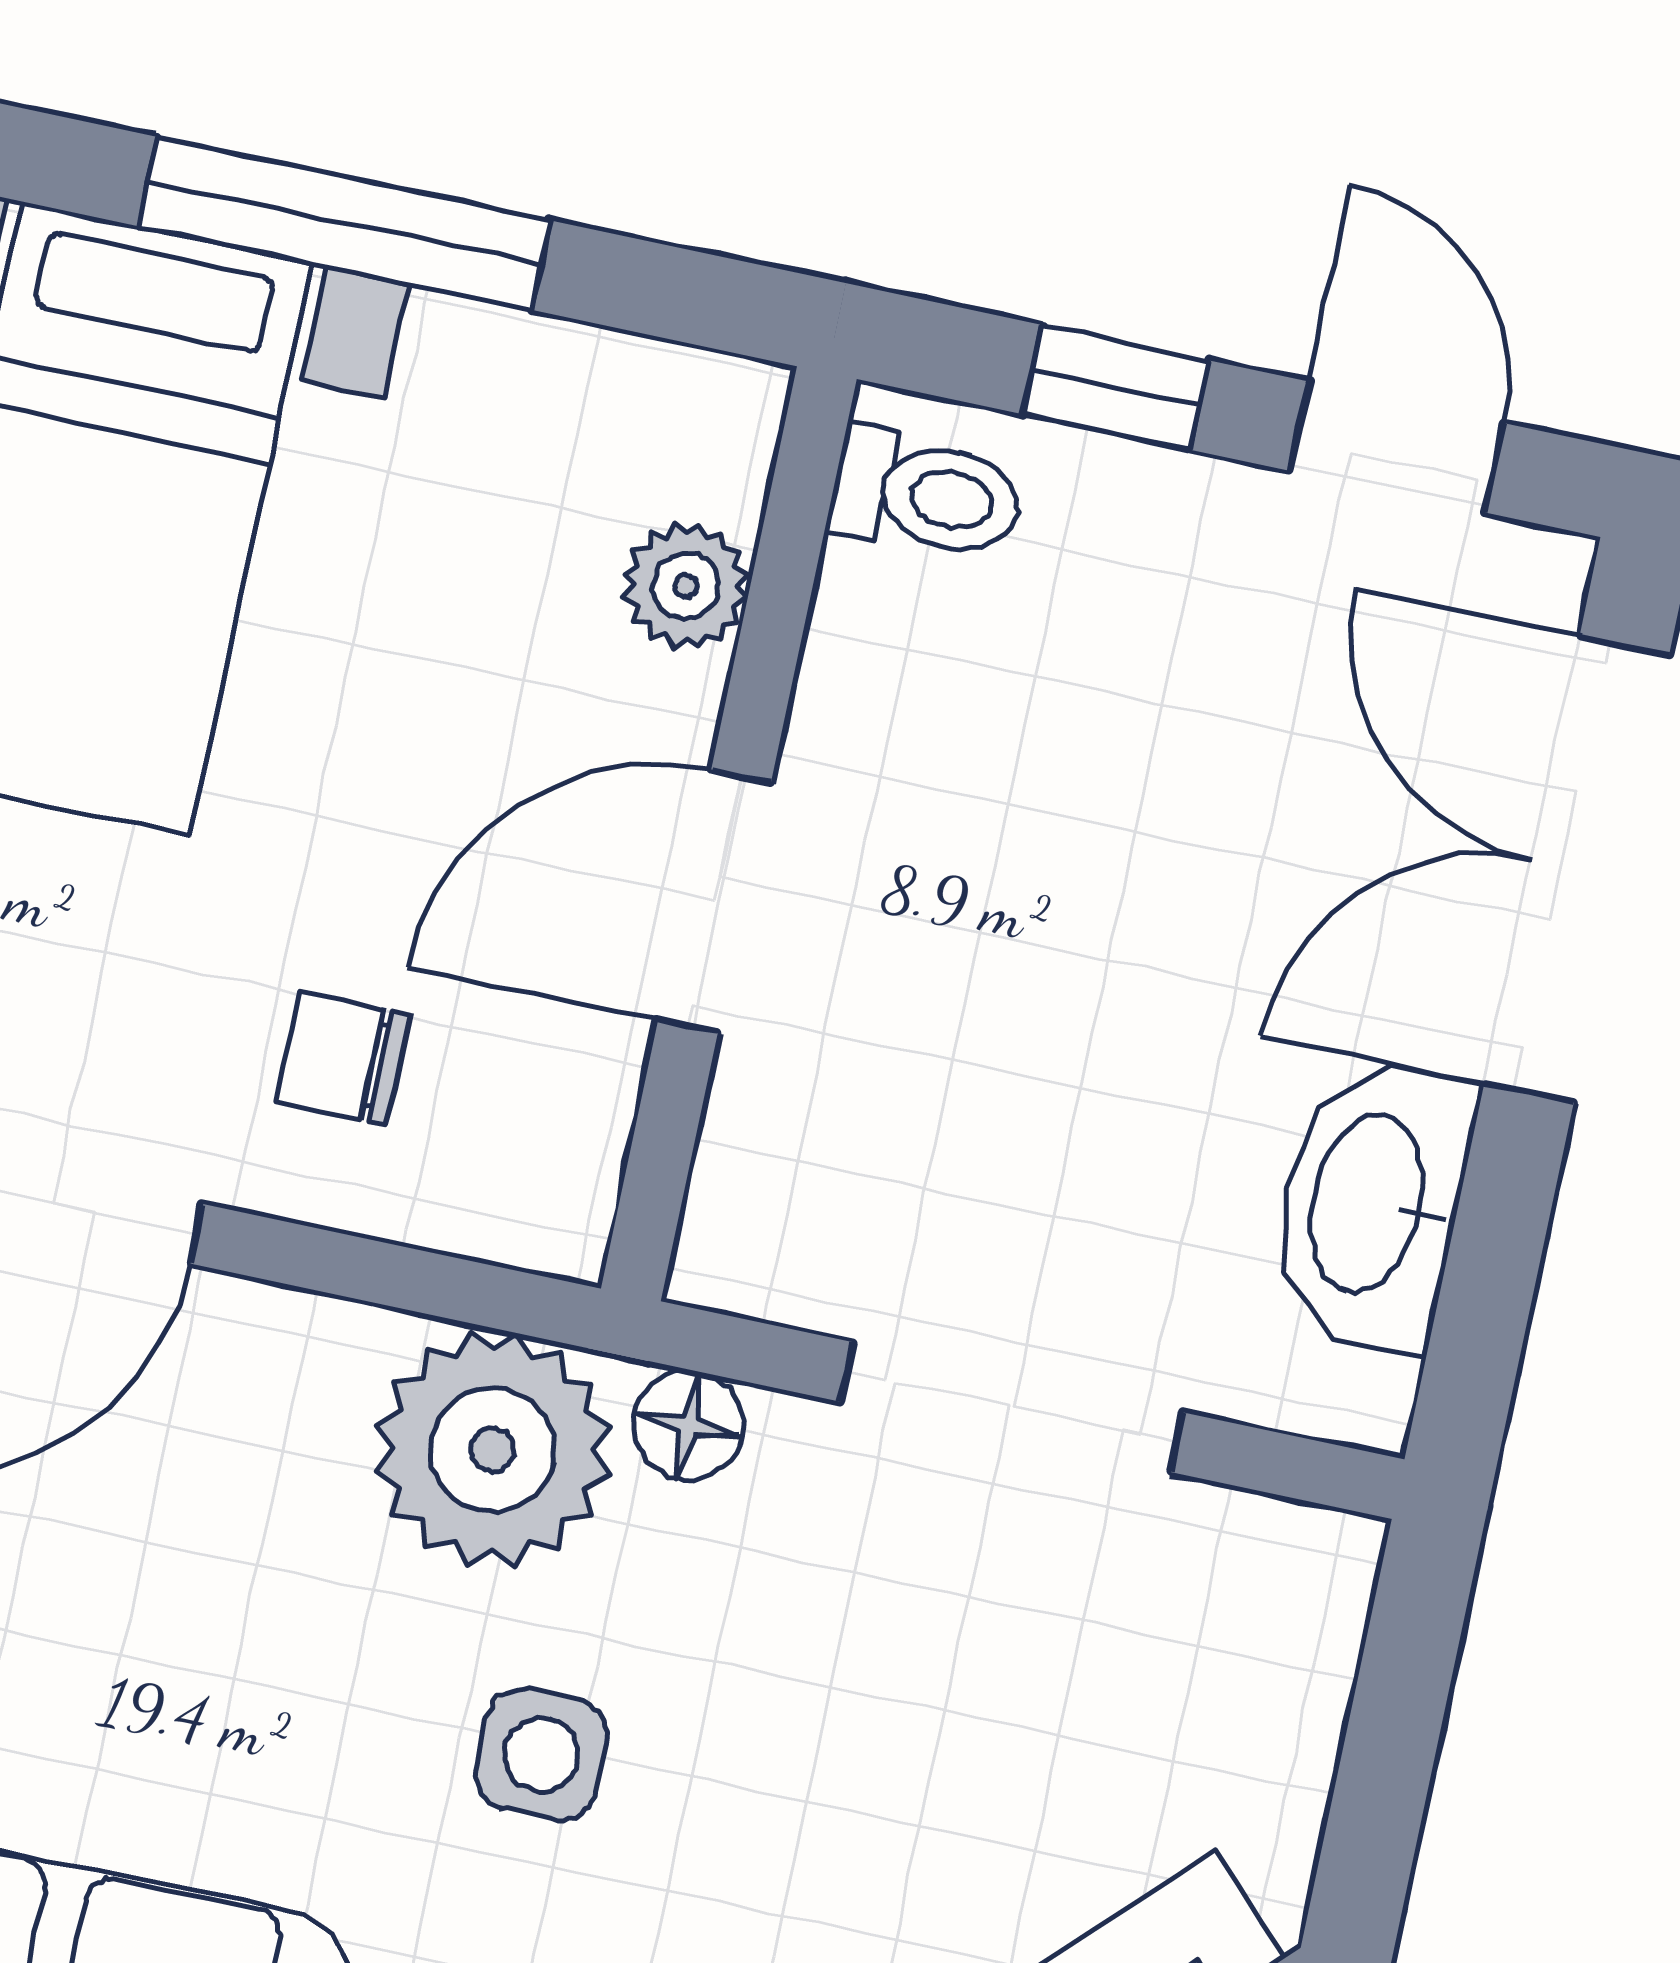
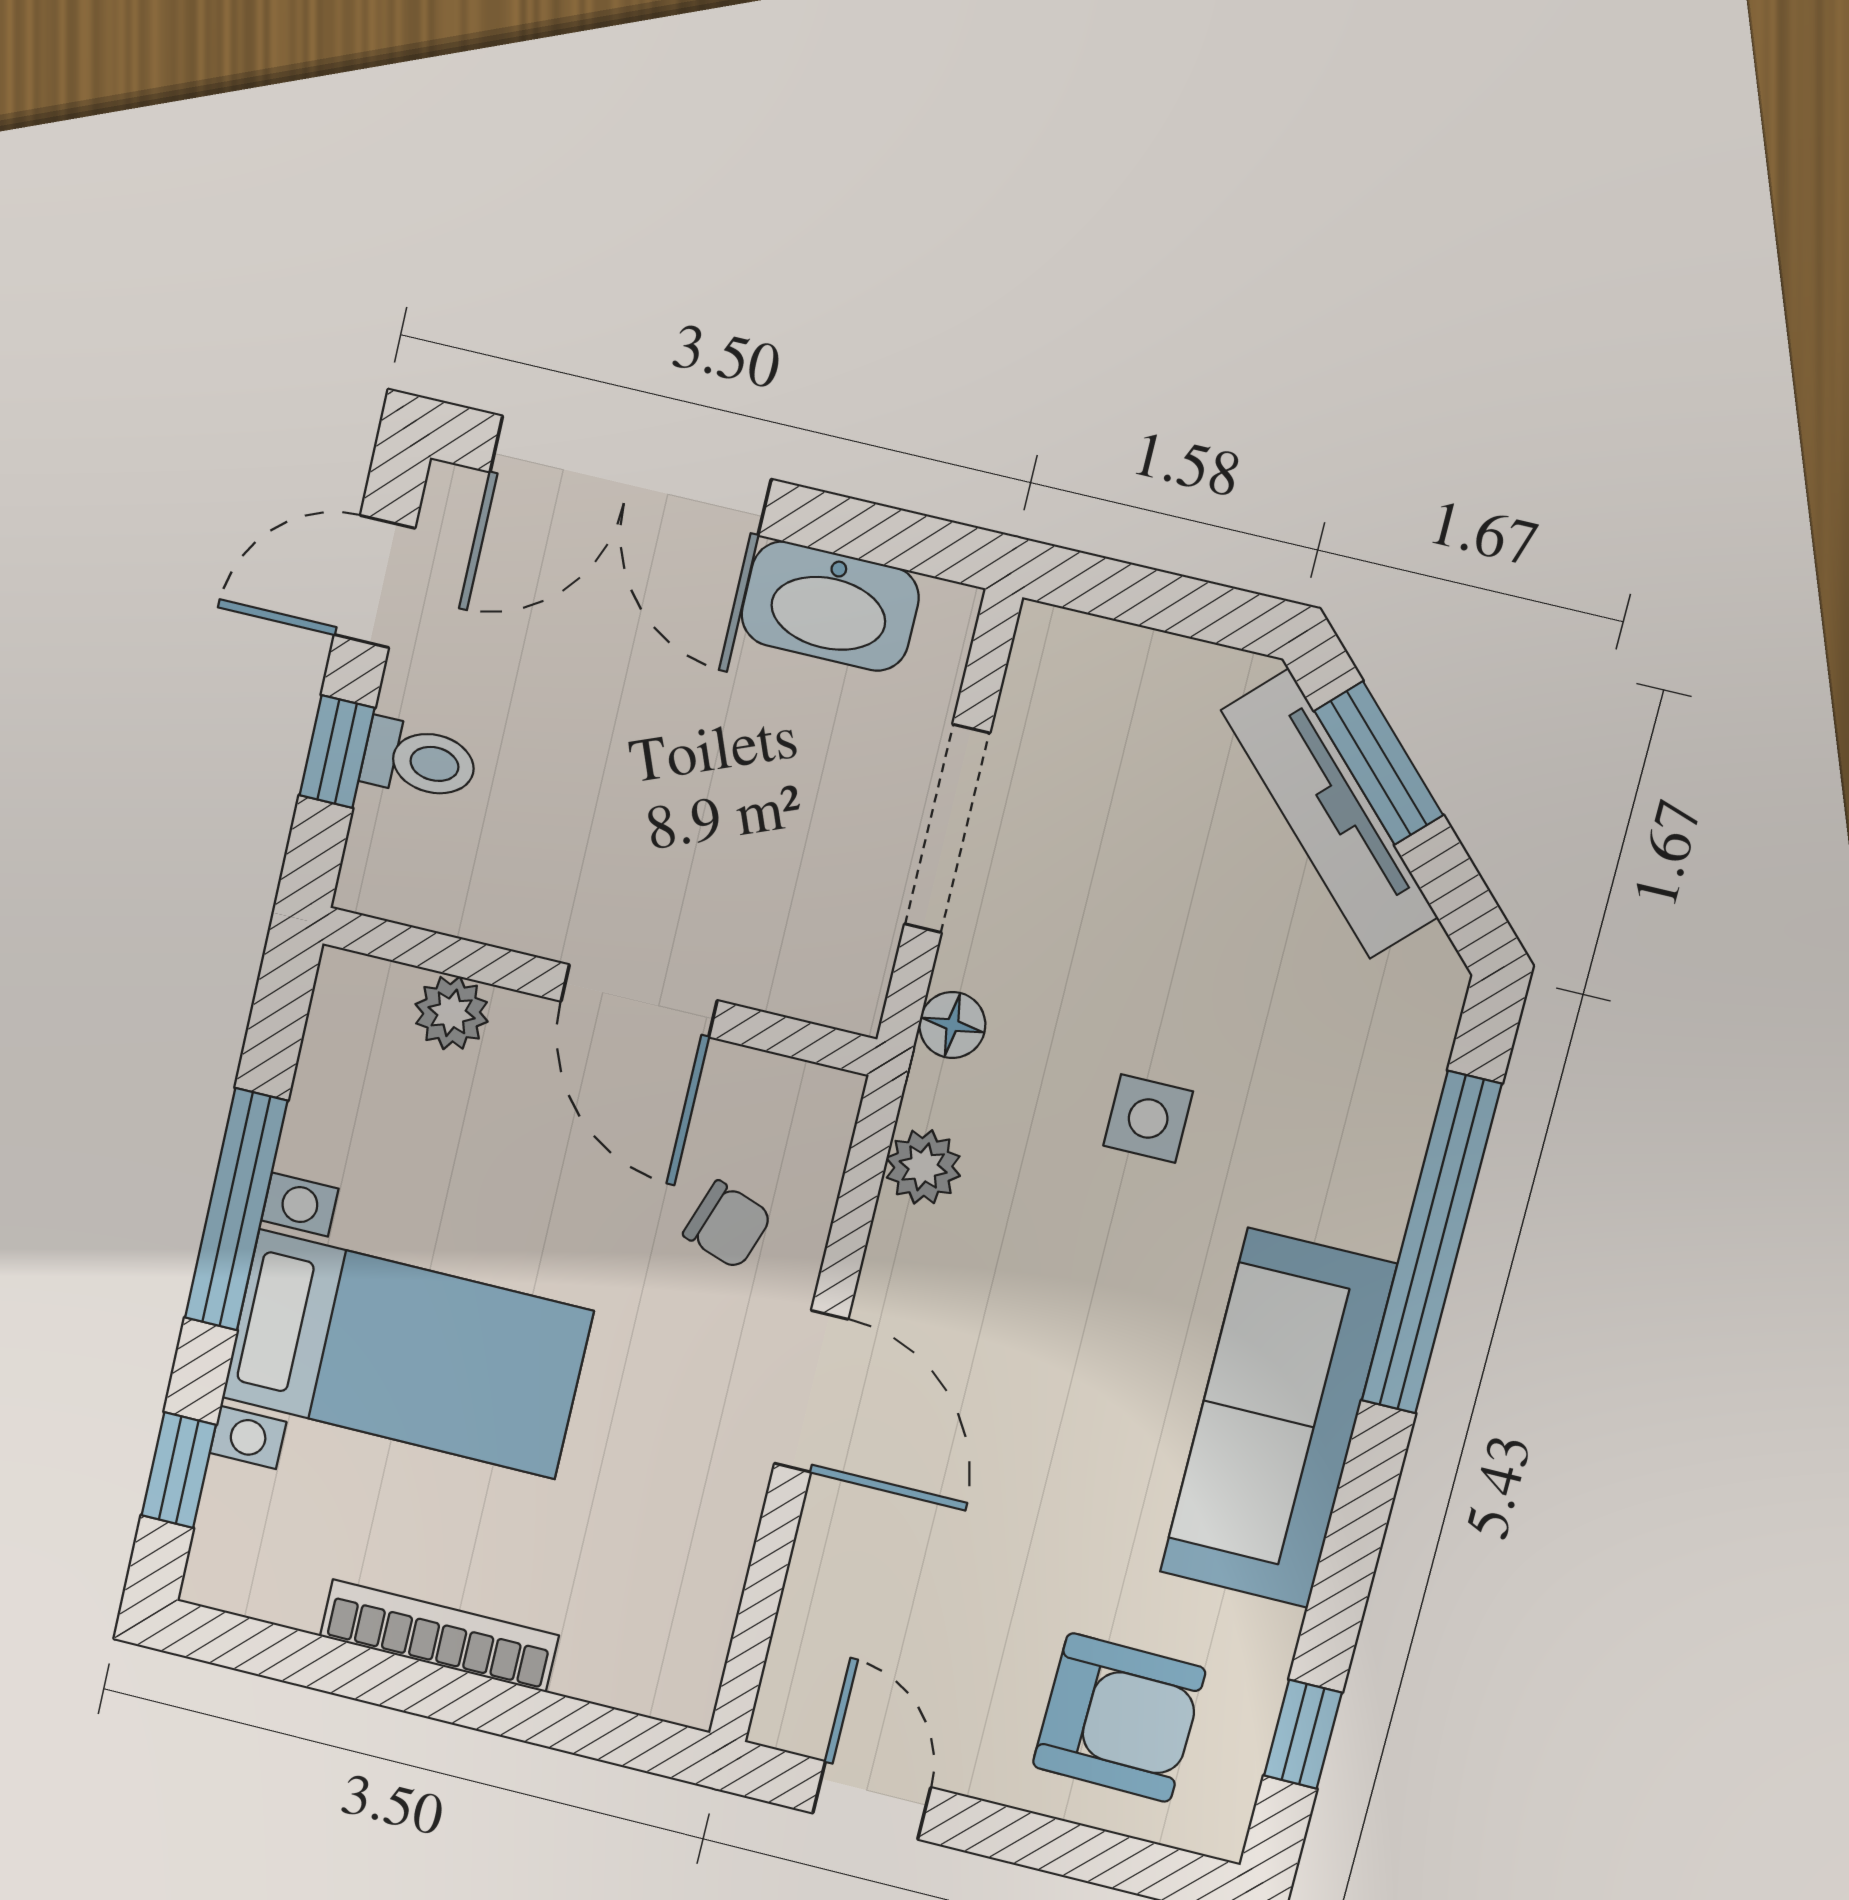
toilet: (926, 495) -> (419, 760), moved, turned 90
chair: (343, 1058) -> (728, 1225), turned -71
plant: (493, 1450) -> (923, 1167), width x0.53, depth x0.53

